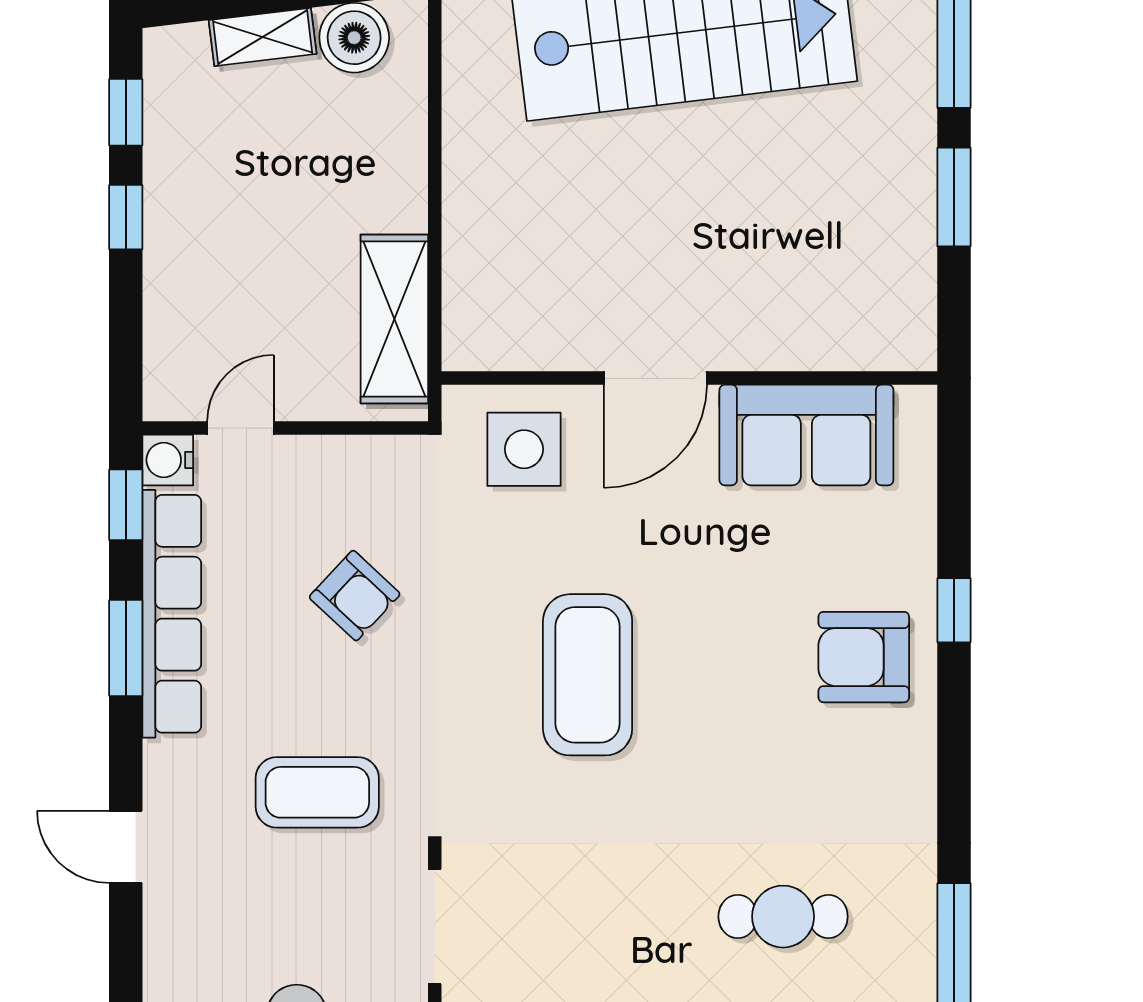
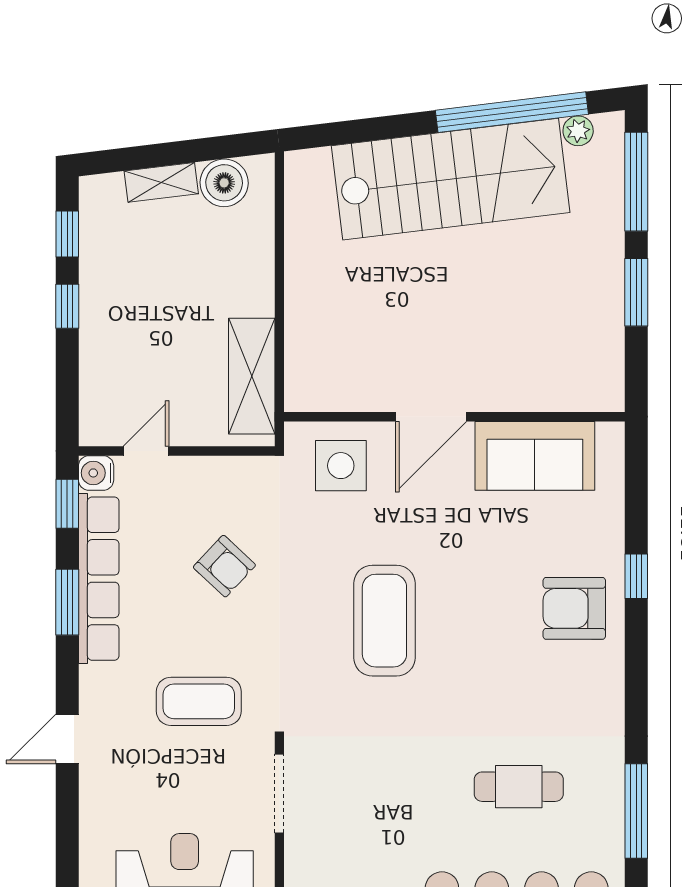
door: (126, 847) -> (67, 739), hinge flipped

